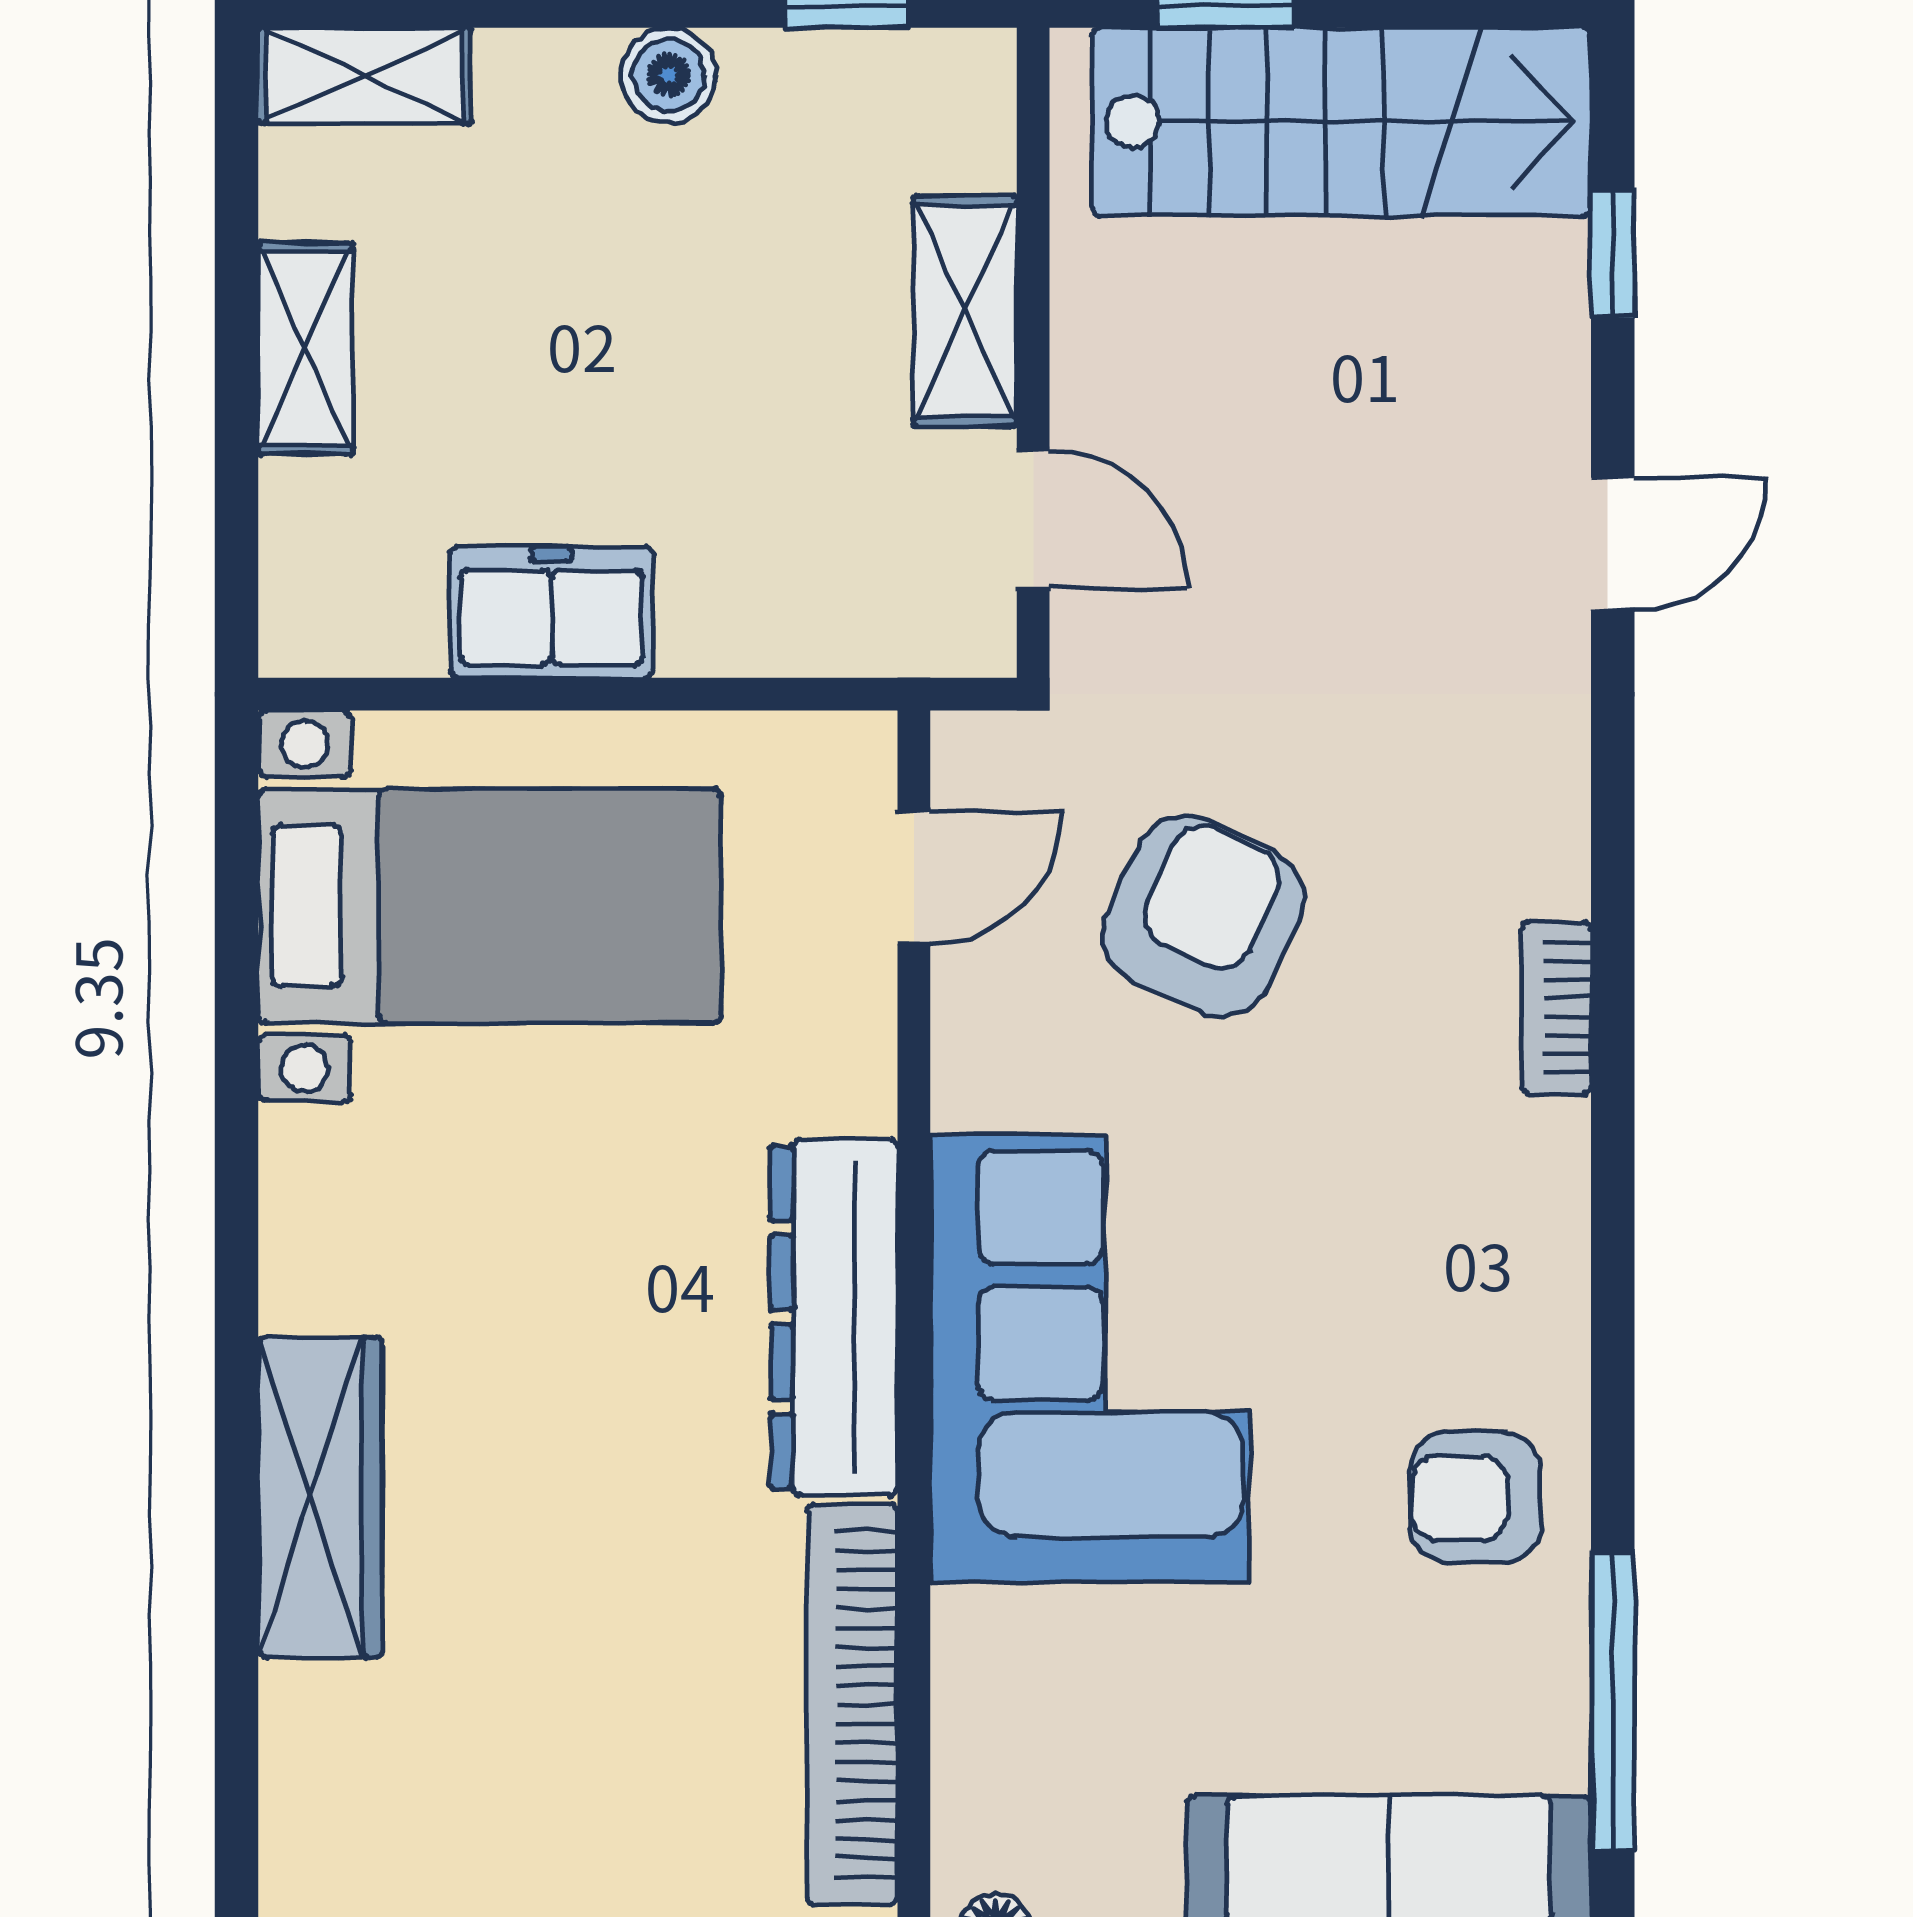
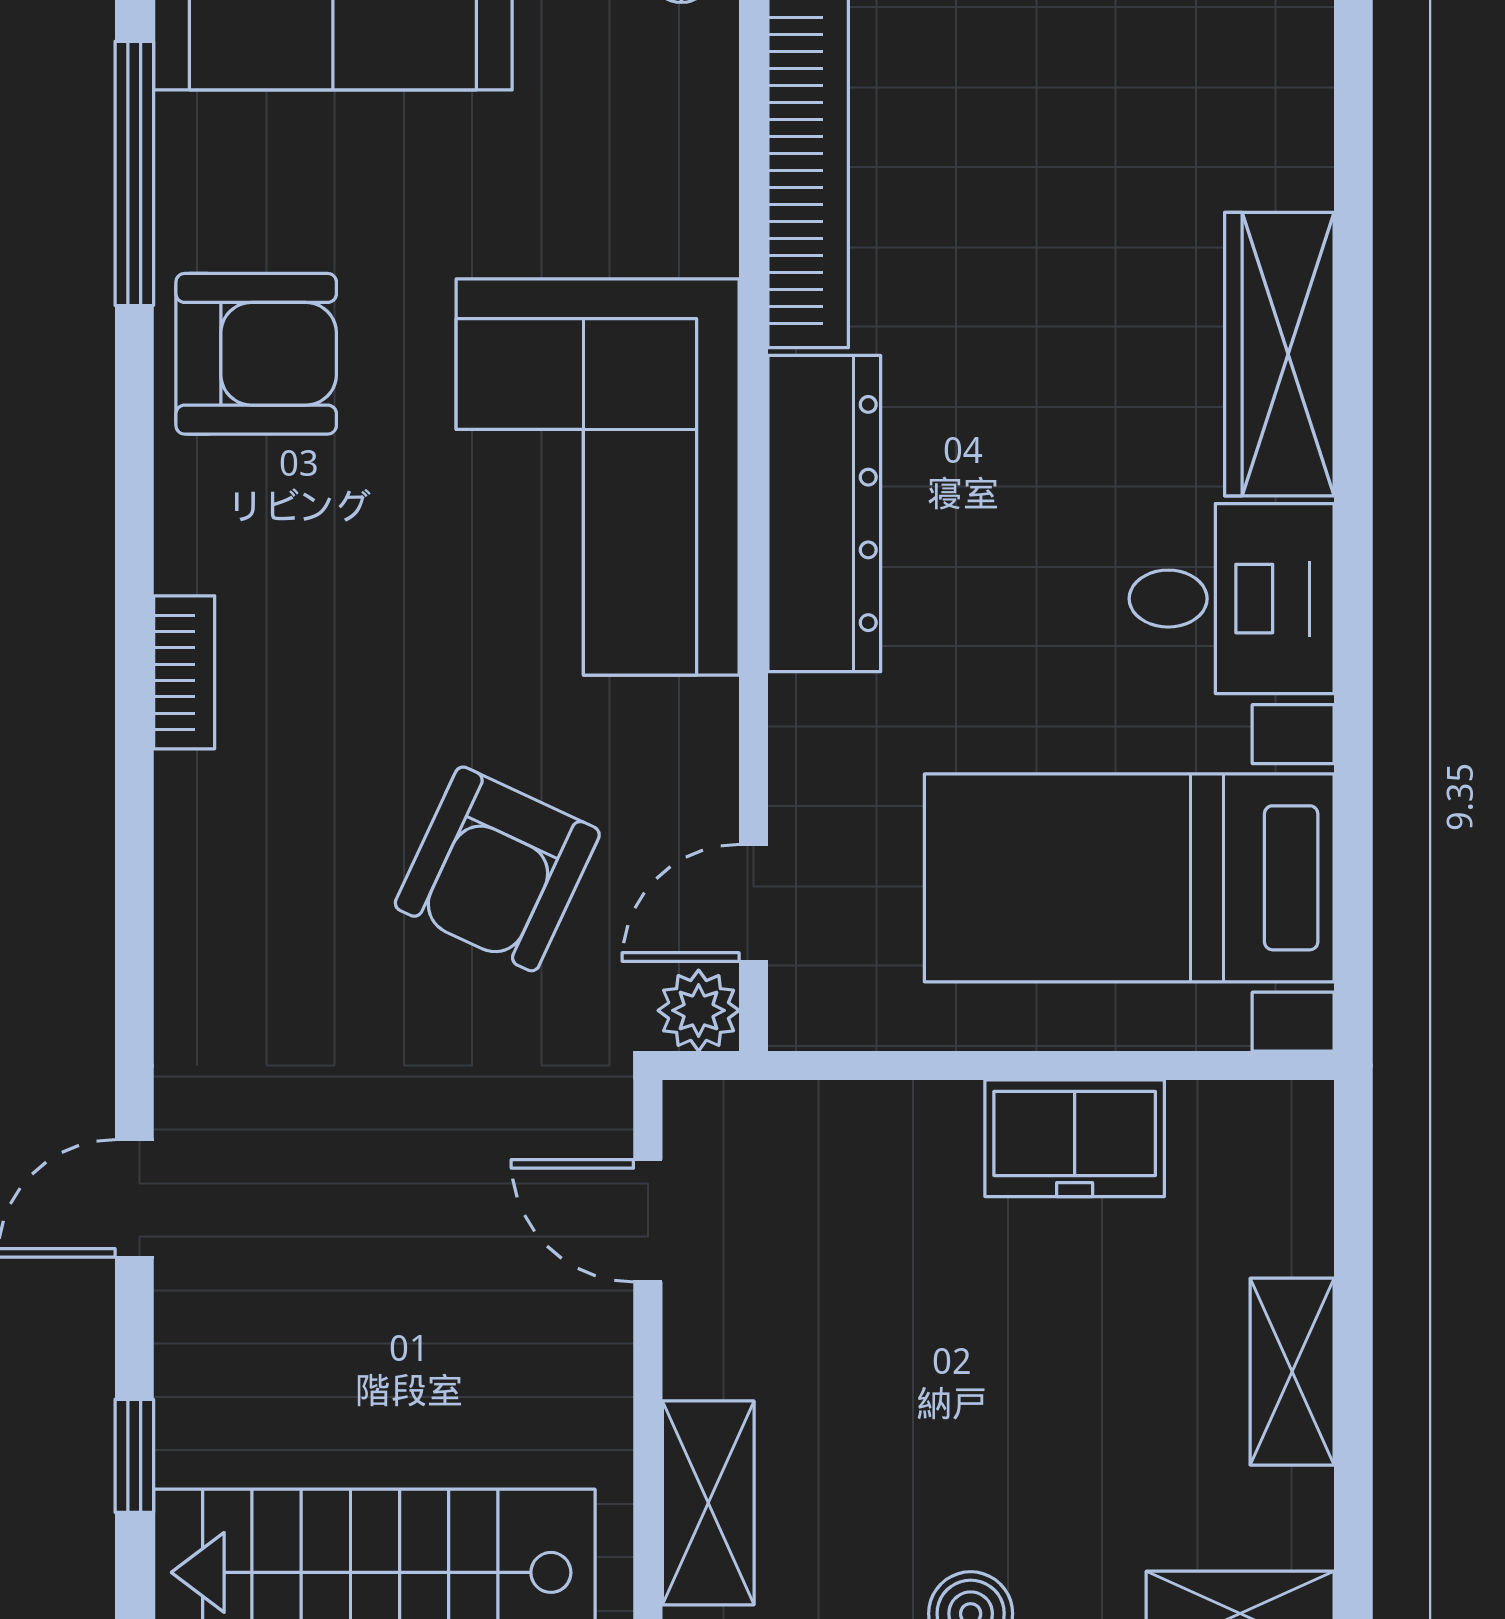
shelving: (965, 311) -> (708, 1503), moved
plant: (976, 756) -> (699, 1010), added
bookcase: (1557, 1008) -> (184, 672), moved
desk: (374, 1221) -> (1232, 599), added
armchair: (1475, 1498) -> (256, 354), width x1.38, depth x1.38

